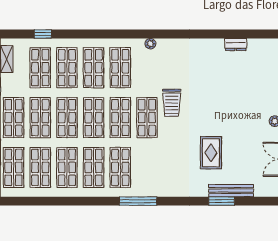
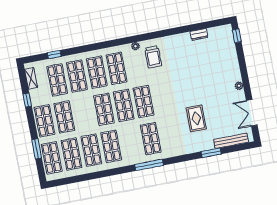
trolley: (172, 103) -> (153, 57), moved
shop shelf: (67, 118) -> (84, 113), removed
shop shelf: (120, 167) -> (151, 139), moved
bench: (231, 191) -> (231, 141), moved

